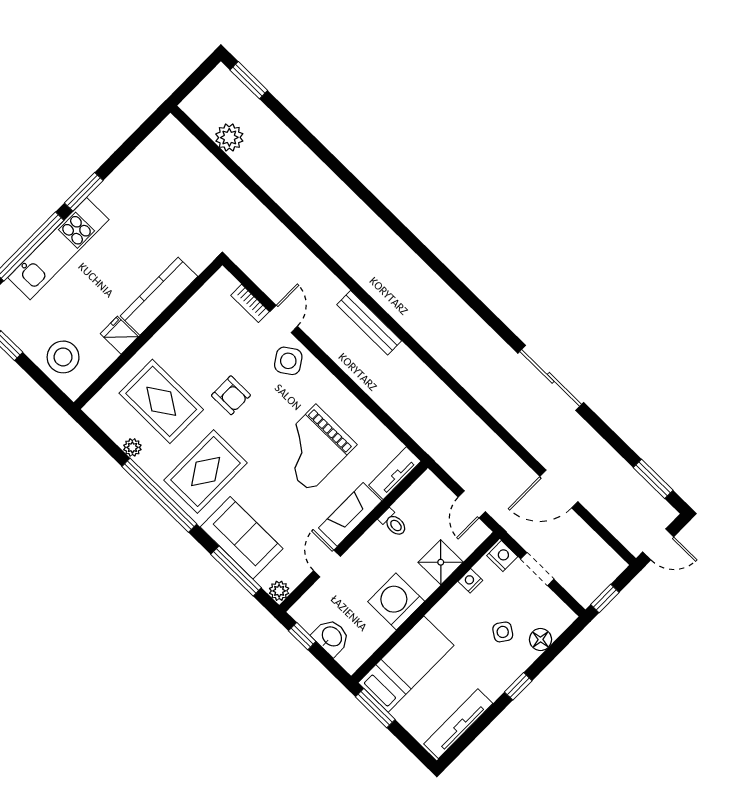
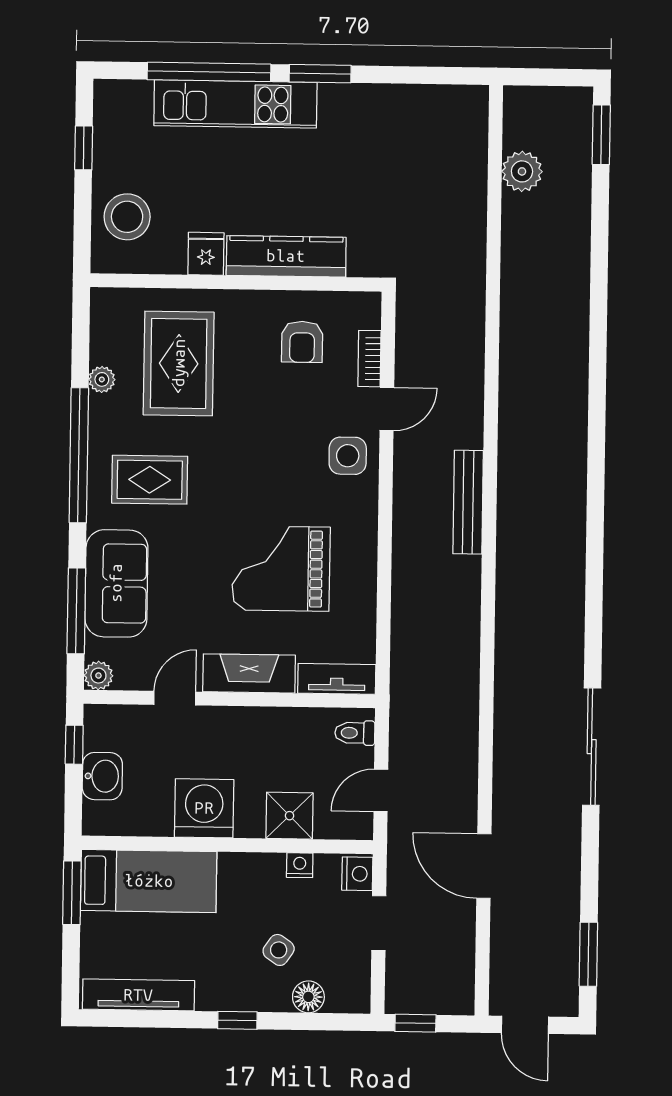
side table: (288, 361) -> (348, 456), turned 34
armchair: (231, 395) -> (302, 342), moved
rug: (206, 471) -> (150, 480), width x0.73, depth x0.70
toilet: (393, 523) -> (355, 733), moved, turned 90

